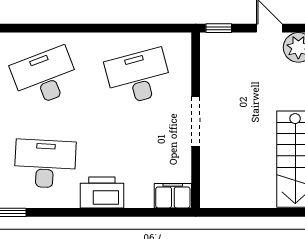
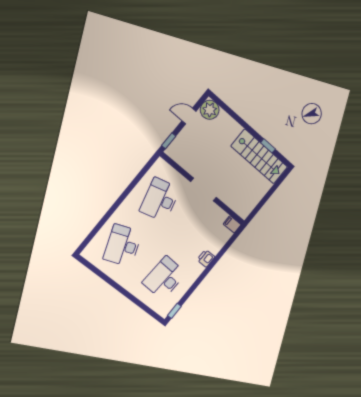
printer: (102, 192) -> (206, 258), width x0.53, depth x0.68
filing cabinet: (173, 196) -> (232, 224), width x0.50

